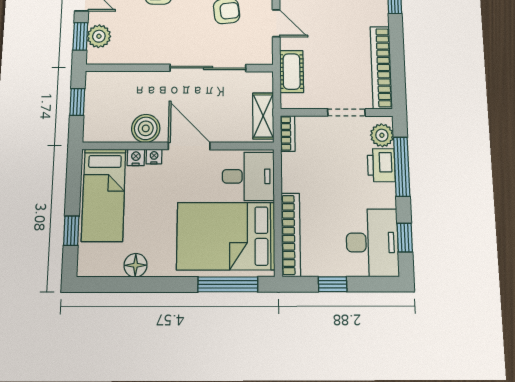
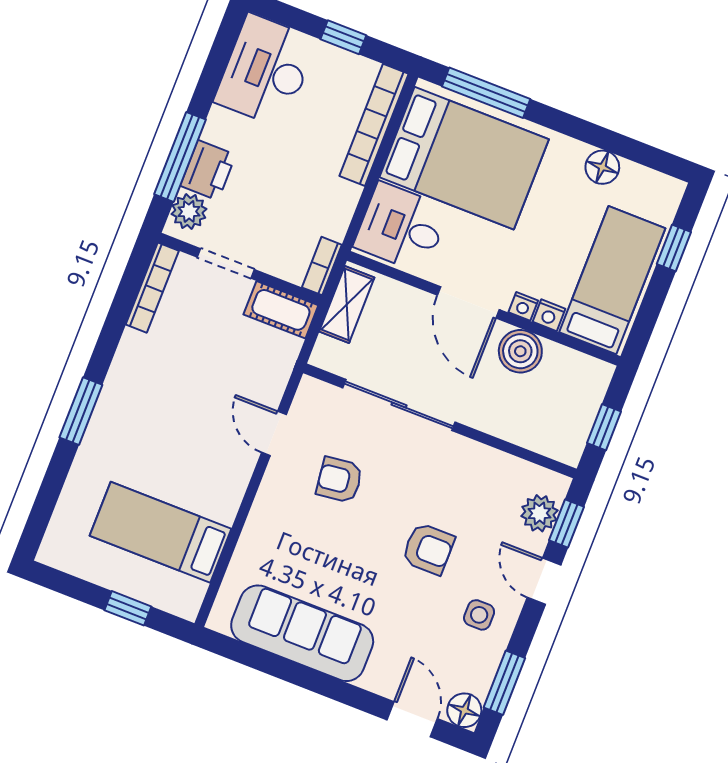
bookcase: (381, 68) -> (152, 288), width x0.68, depth x0.76
cot: (292, 72) -> (281, 310), moved, turned 90
window: (405, 238) -> (218, 59), removed

